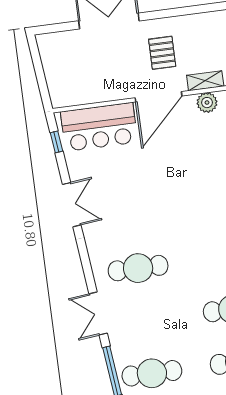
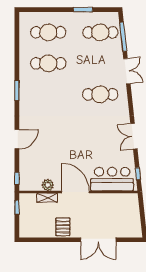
pallet: (162, 53) -> (63, 227), moved
door: (159, 97) -> (75, 192), hinge flipped

